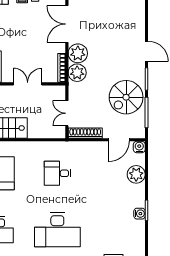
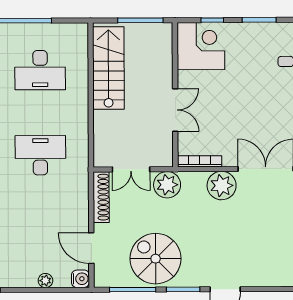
plant: (77, 73) -> (167, 185), moved
double door: (67, 113) -> (131, 169), swing flipped
desk: (57, 173) -> (40, 155), width x1.37
plant: (136, 174) -> (45, 281), width x0.53, depth x0.53

